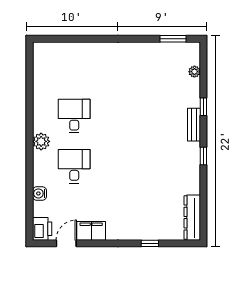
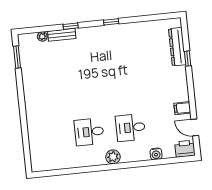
bench: (194, 125) -> (62, 35), moved
dresser: (192, 218) -> (177, 47), moved, turned 90
filing cabinet: (91, 231) -> (182, 108), width x0.50

